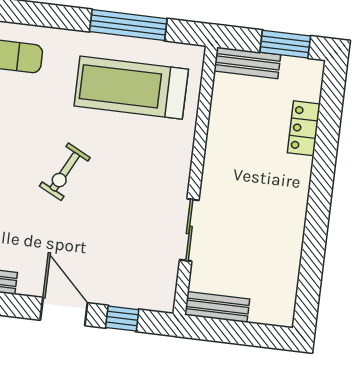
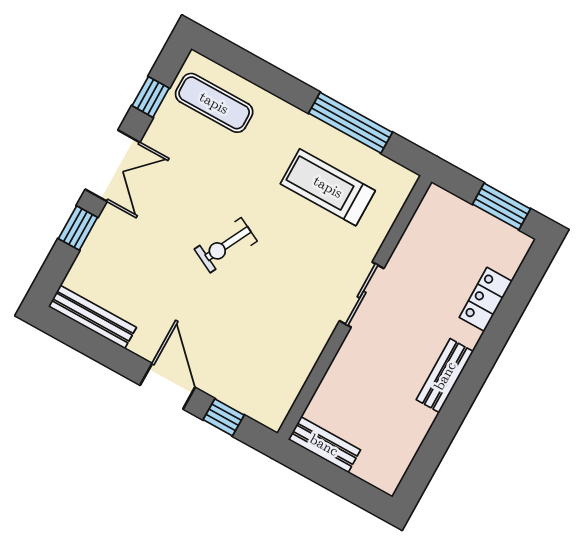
bench: (247, 63) -> (445, 376), moved, turned 90
treadmill: (131, 88) -> (328, 187), width x0.73, depth x0.73
sliding door: (189, 230) -> (362, 295), moved

